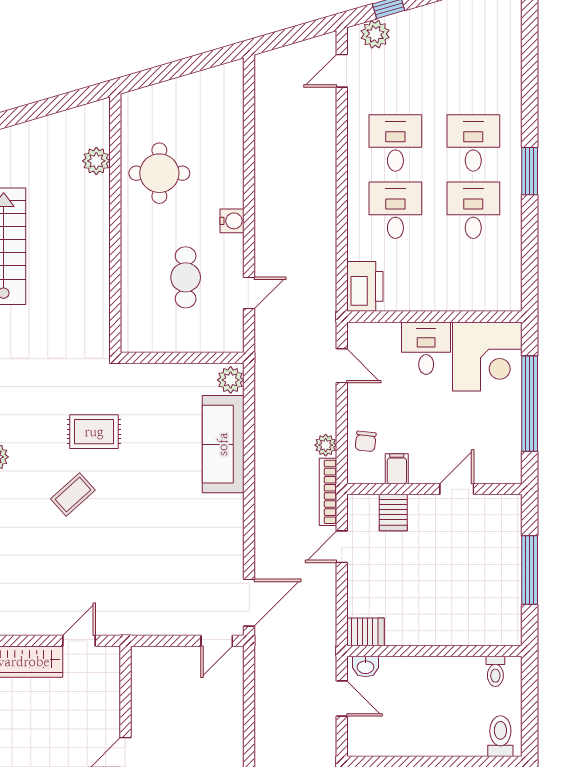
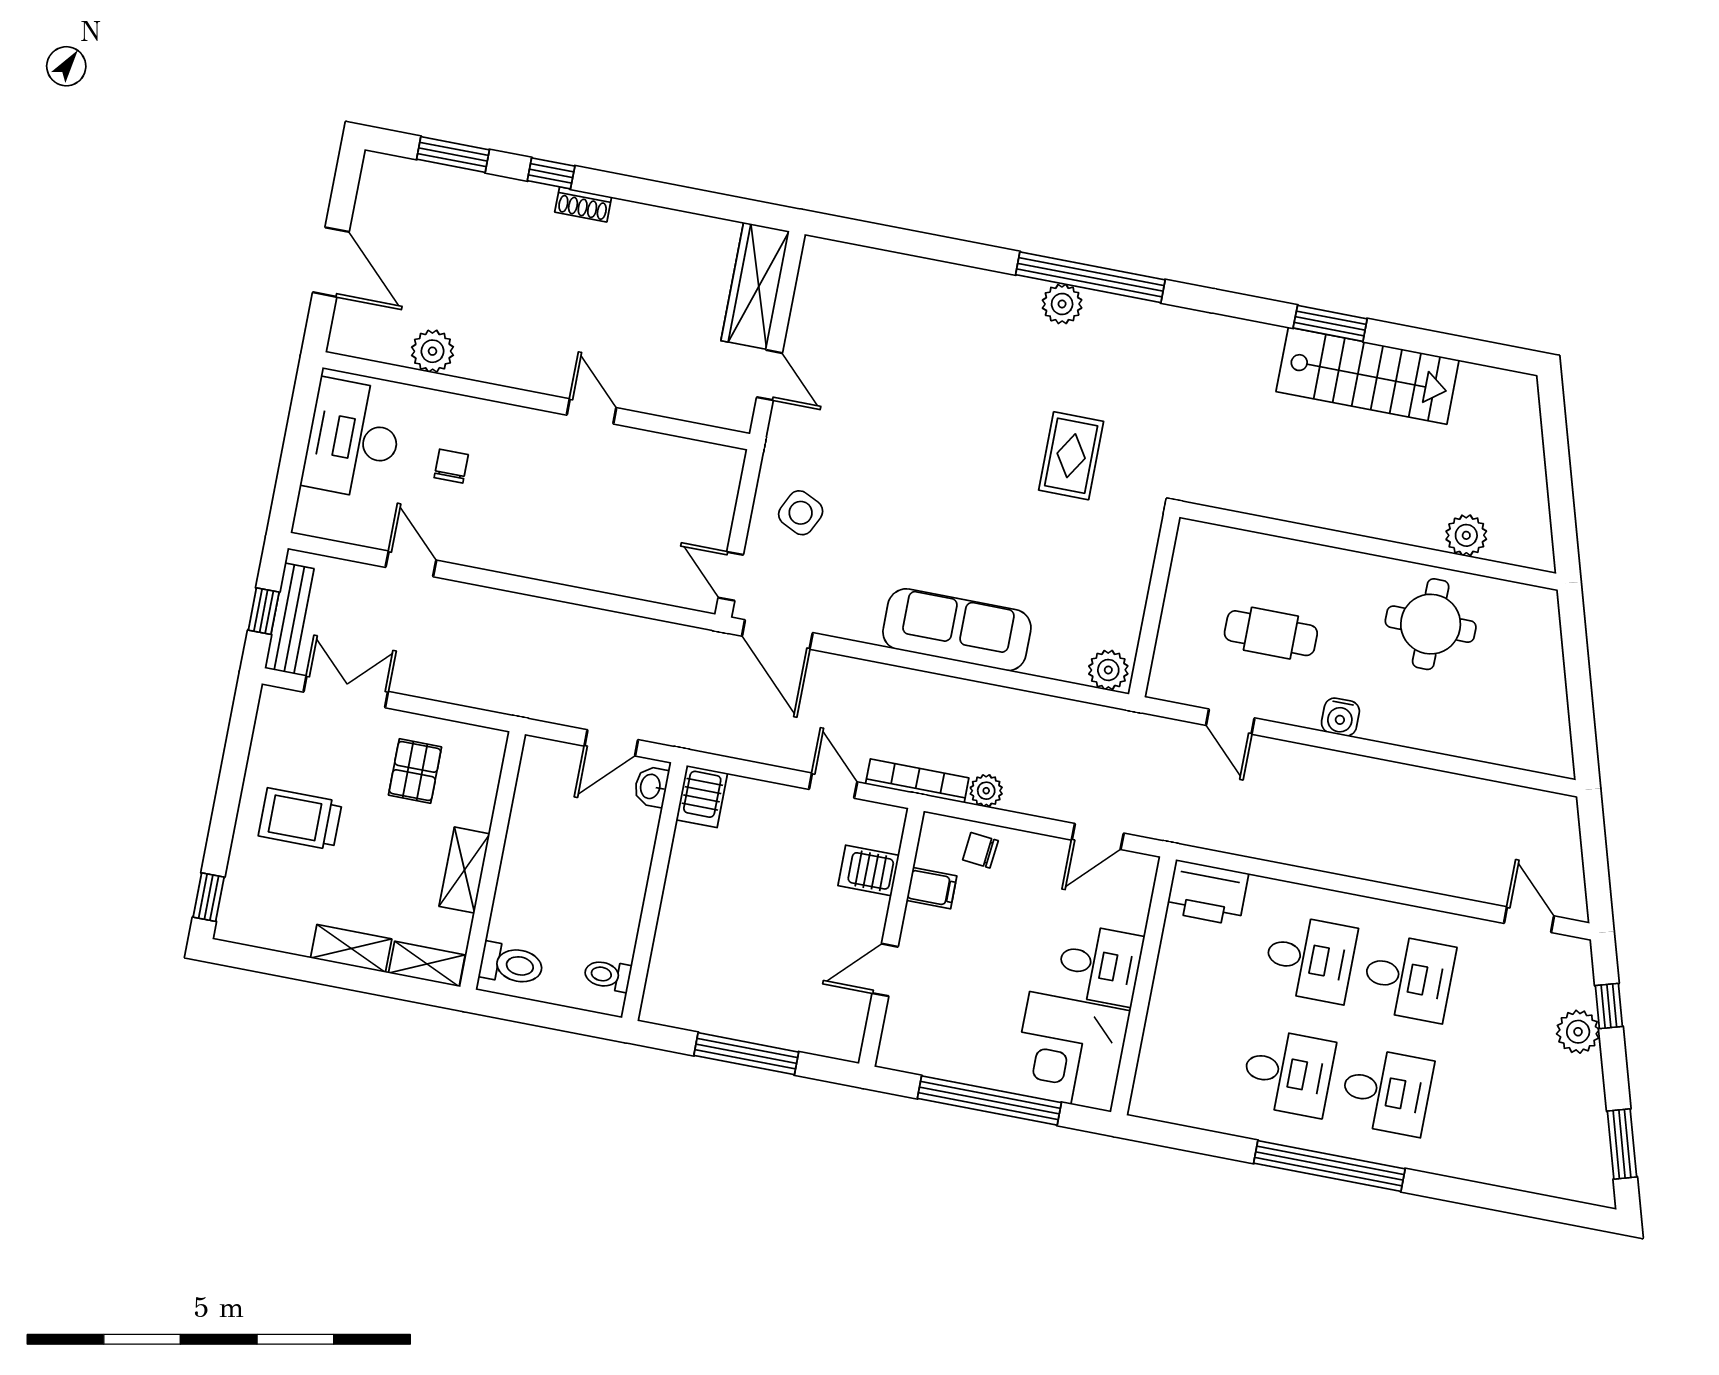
plant: (375, 34) -> (1578, 1032), moved
window: (530, 171) -> (1329, 1166), width x2.11
sofa: (223, 444) -> (957, 630), moved
door: (457, 489) -> (885, 970), swing flipped
coffee table: (73, 495) -> (985, 407), removed
side table: (166, 603) -> (801, 513), added

